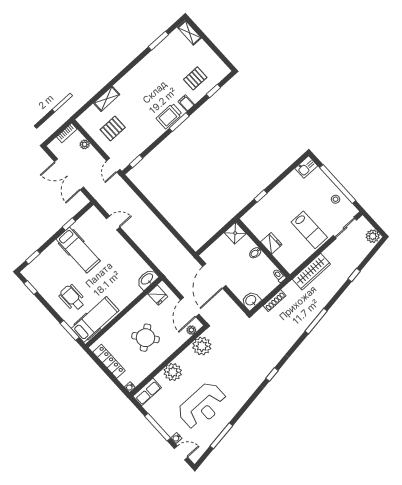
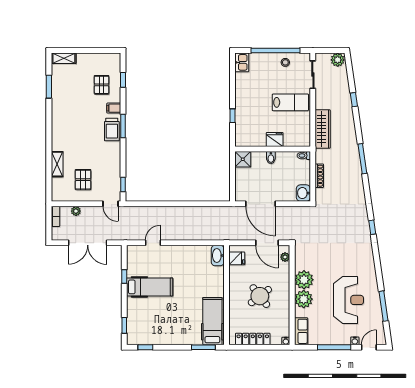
wheelchair: (72, 298) -> (181, 323), removed
plant: (202, 346) -> (304, 280), moved

